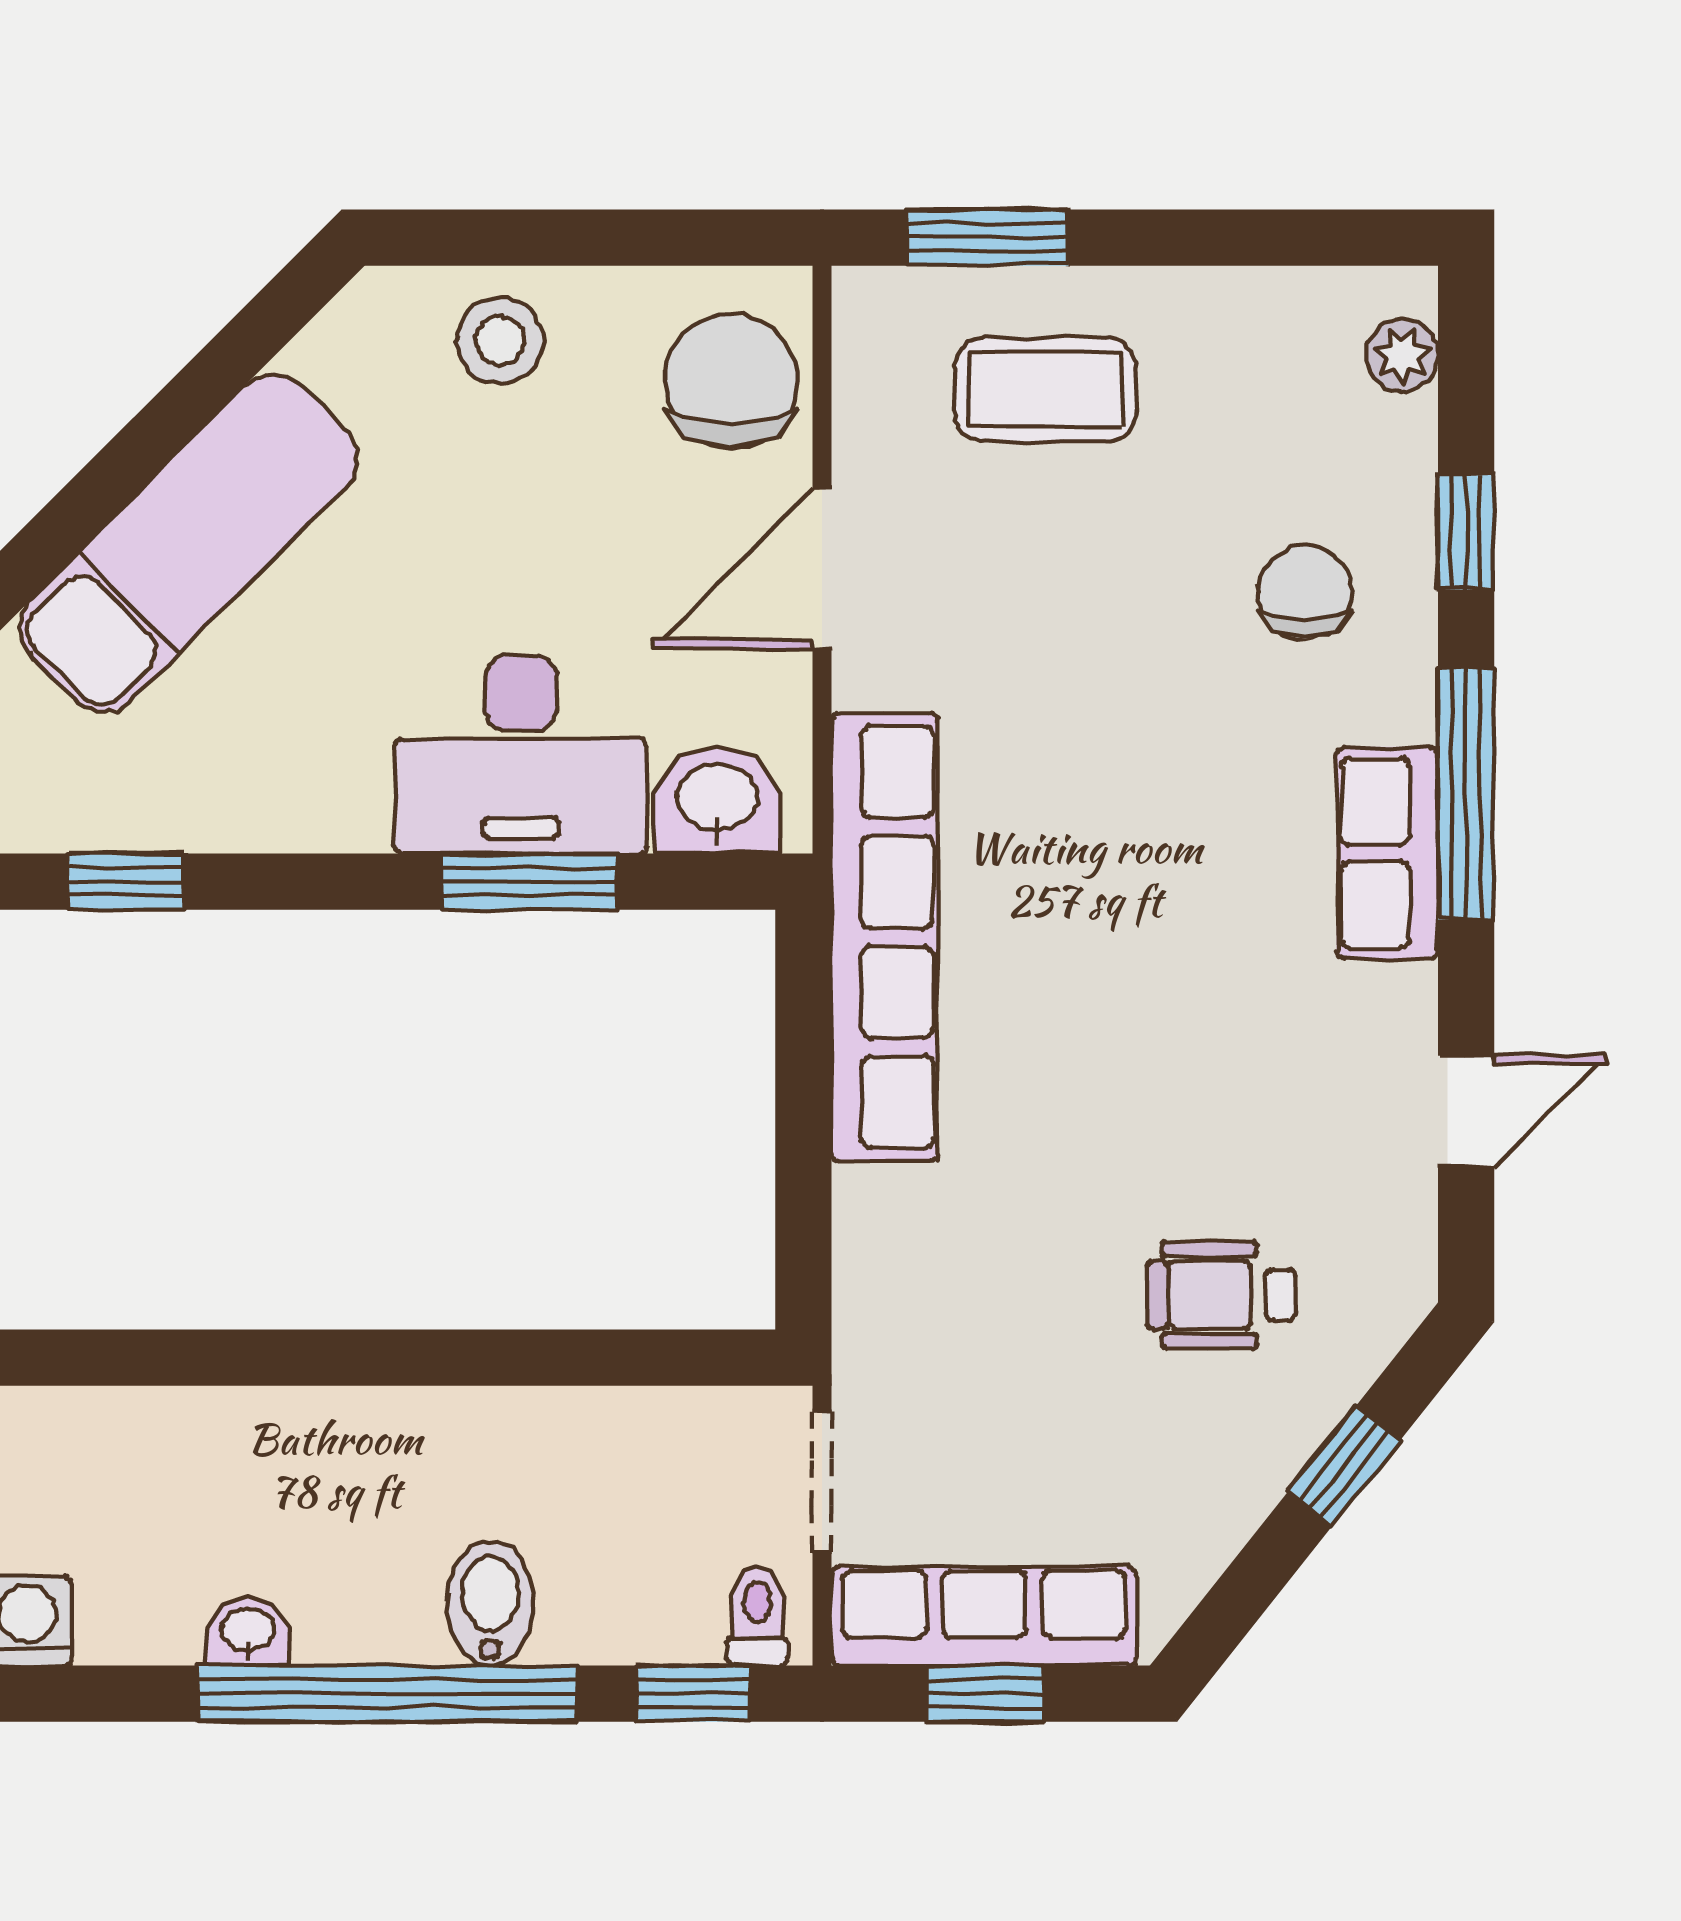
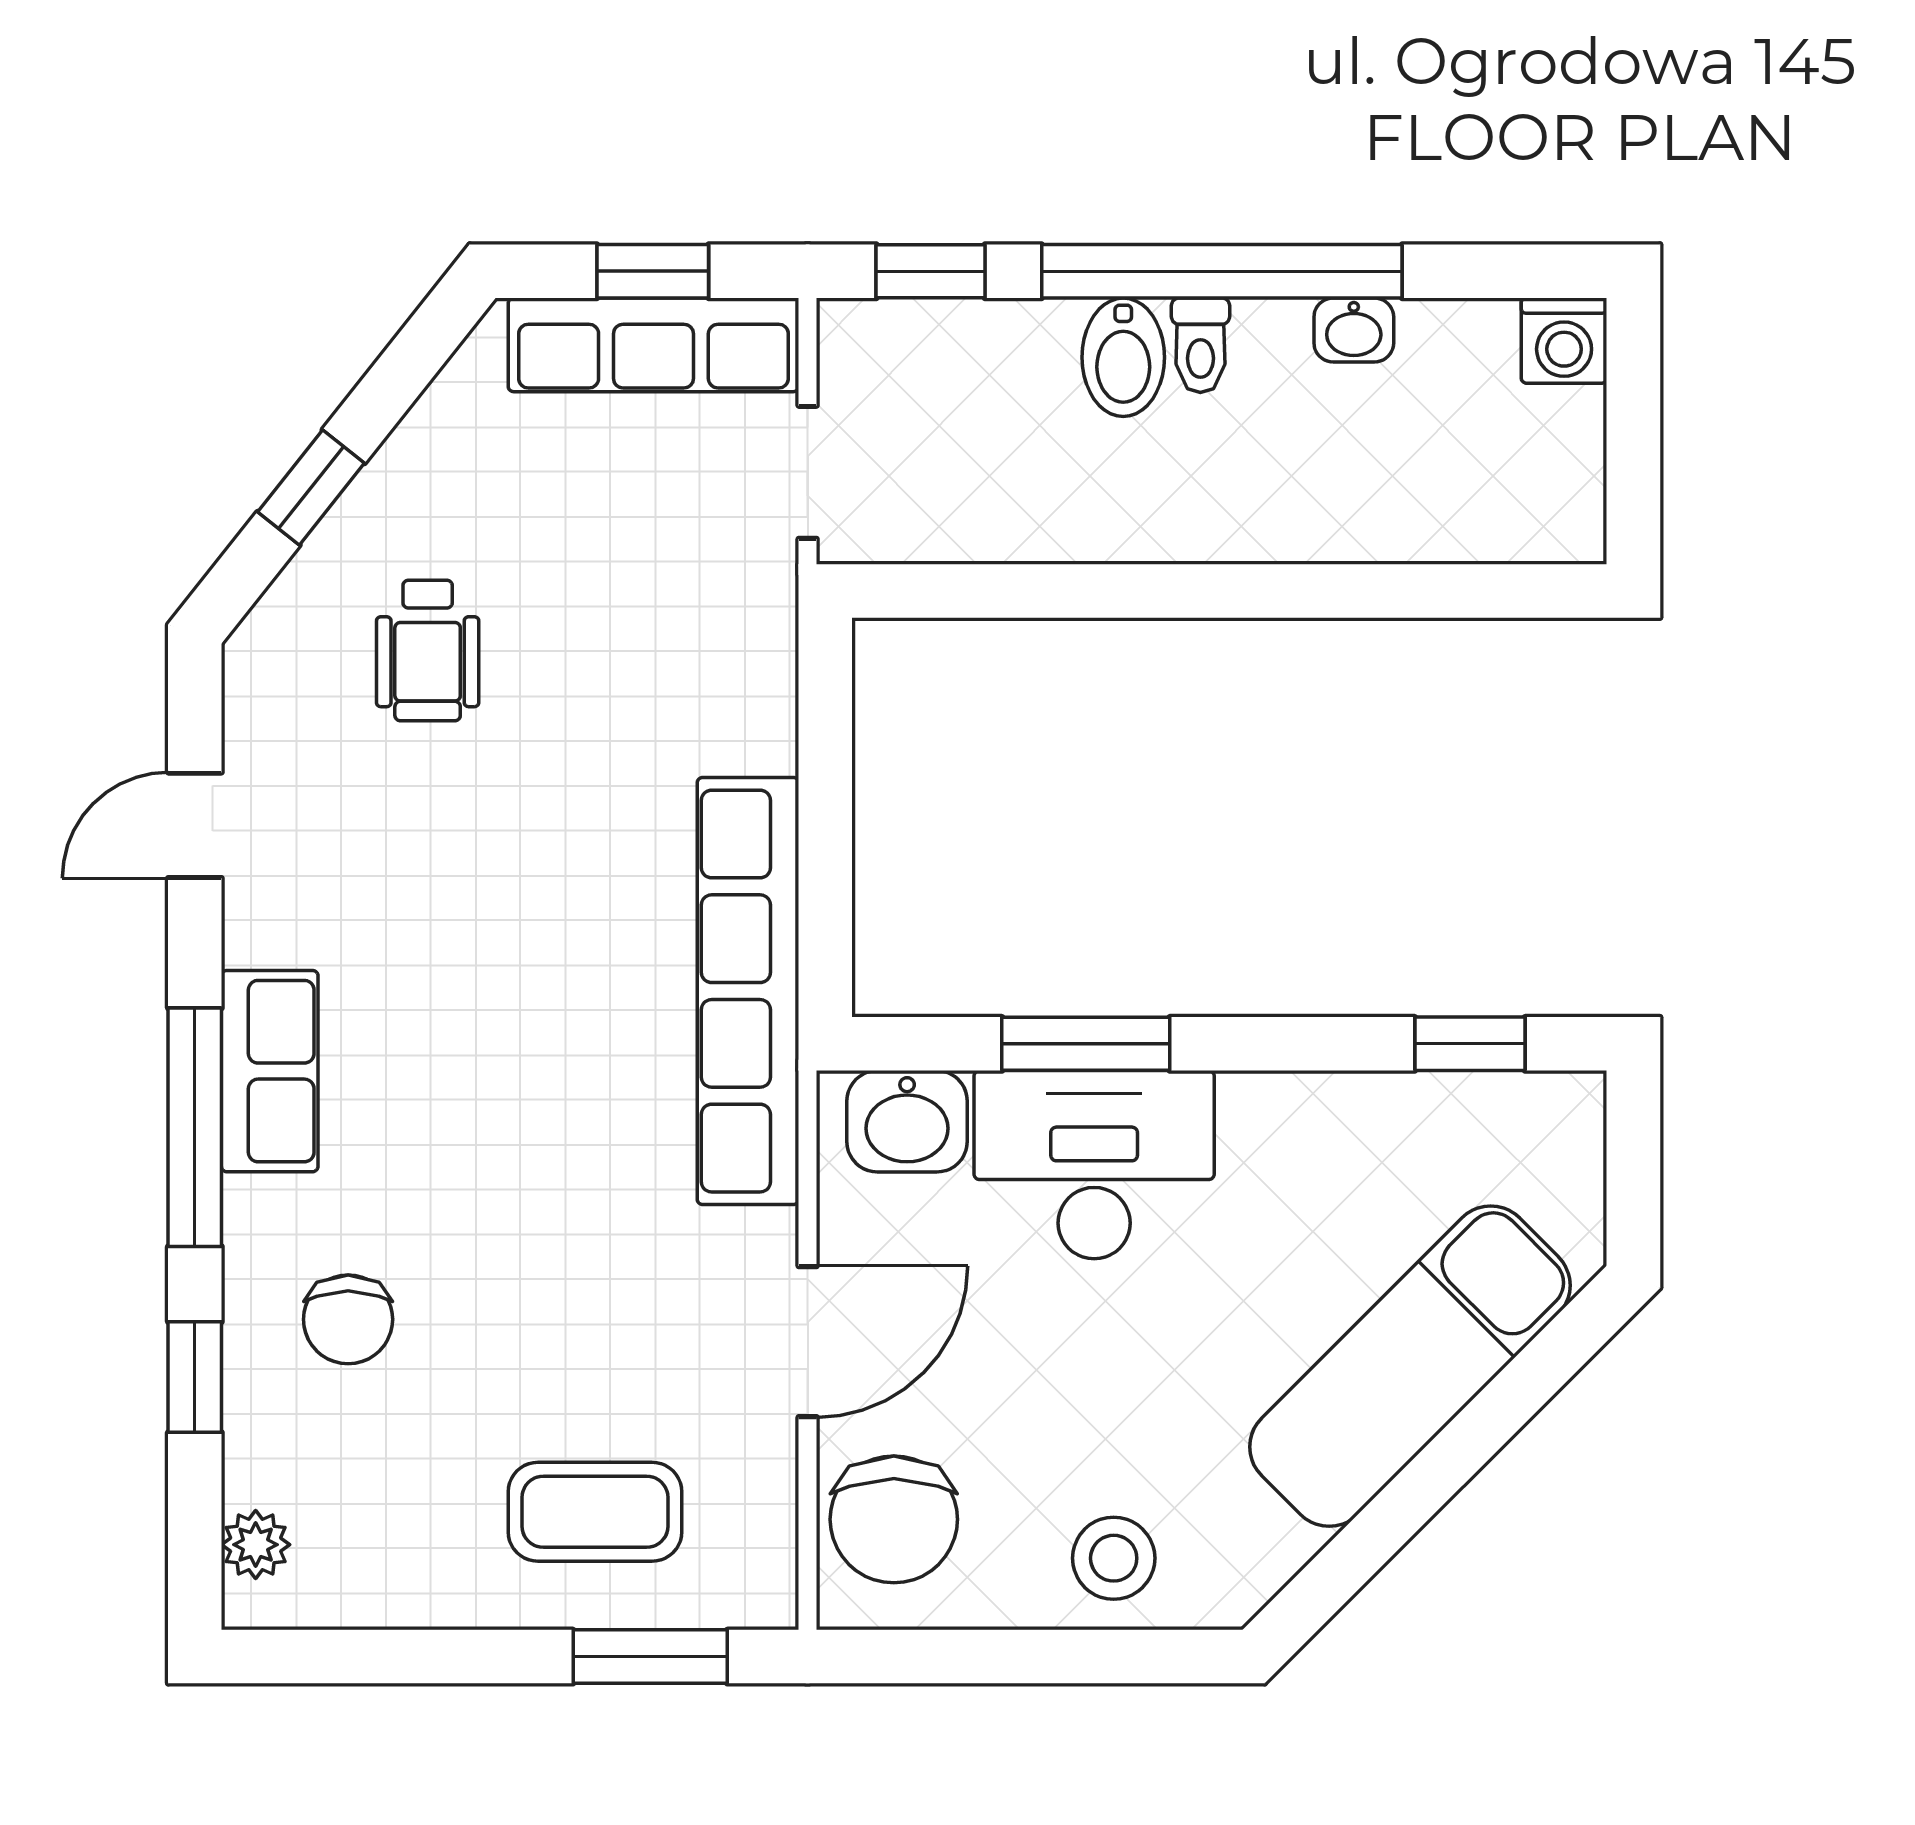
wheelchair: (1221, 1295) -> (428, 650), turned 90
toilet: (757, 1616) -> (1200, 345), moved

